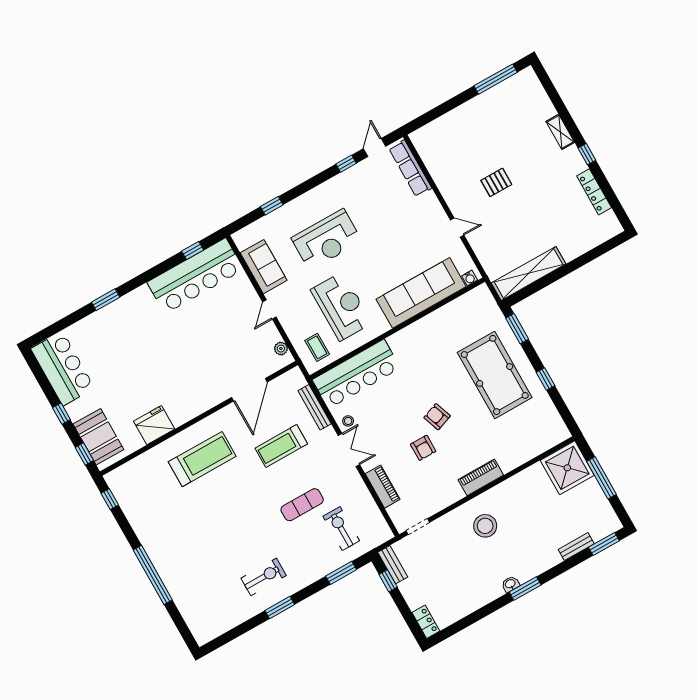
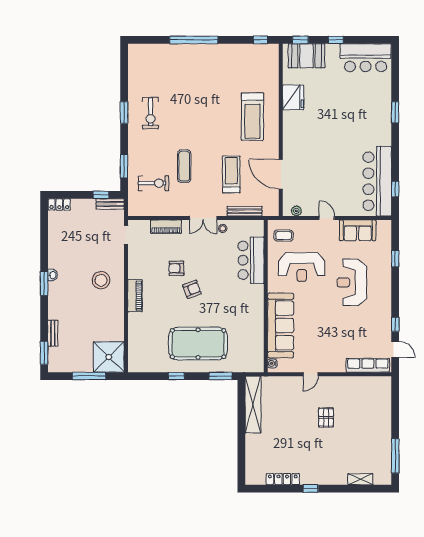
shelving: (560, 132) -> (360, 479), moved
bar counter: (356, 374) -> (251, 260), width x0.73

